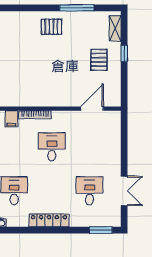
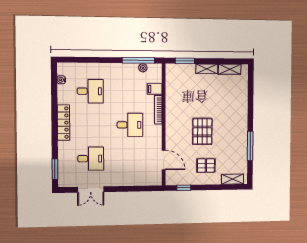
pallet: (51, 27) -> (202, 131), moved, width x1.50, depth x1.42
window: (124, 53) -> (184, 188), moved

